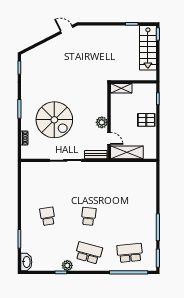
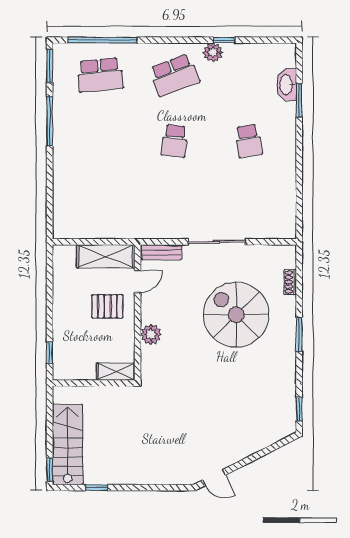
pallet: (146, 120) -> (107, 306), moved
plant: (102, 122) -> (151, 334), moved
door: (109, 138) -> (138, 281), swing flipped
school desk: (89, 253) -> (174, 75), turned -36
washbasin: (26, 262) -> (287, 85), moved

